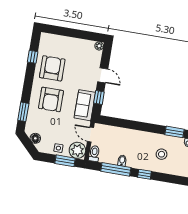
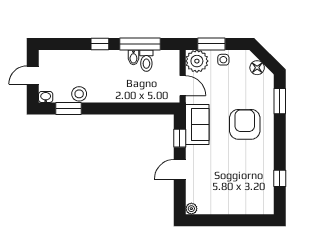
armchair: (52, 68) -> (250, 167), removed
door: (103, 75) -> (180, 169), hinge flipped
toilet: (94, 154) -> (146, 61), moved
stool: (162, 154) -> (79, 94), moved

